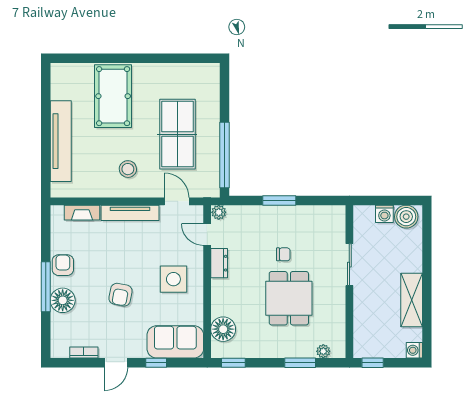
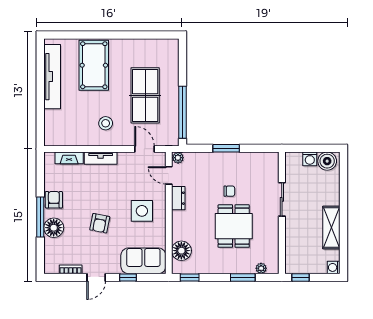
tv unit: (61, 141) -> (52, 77), moved
tv unit: (130, 213) -> (101, 158), width x0.71

